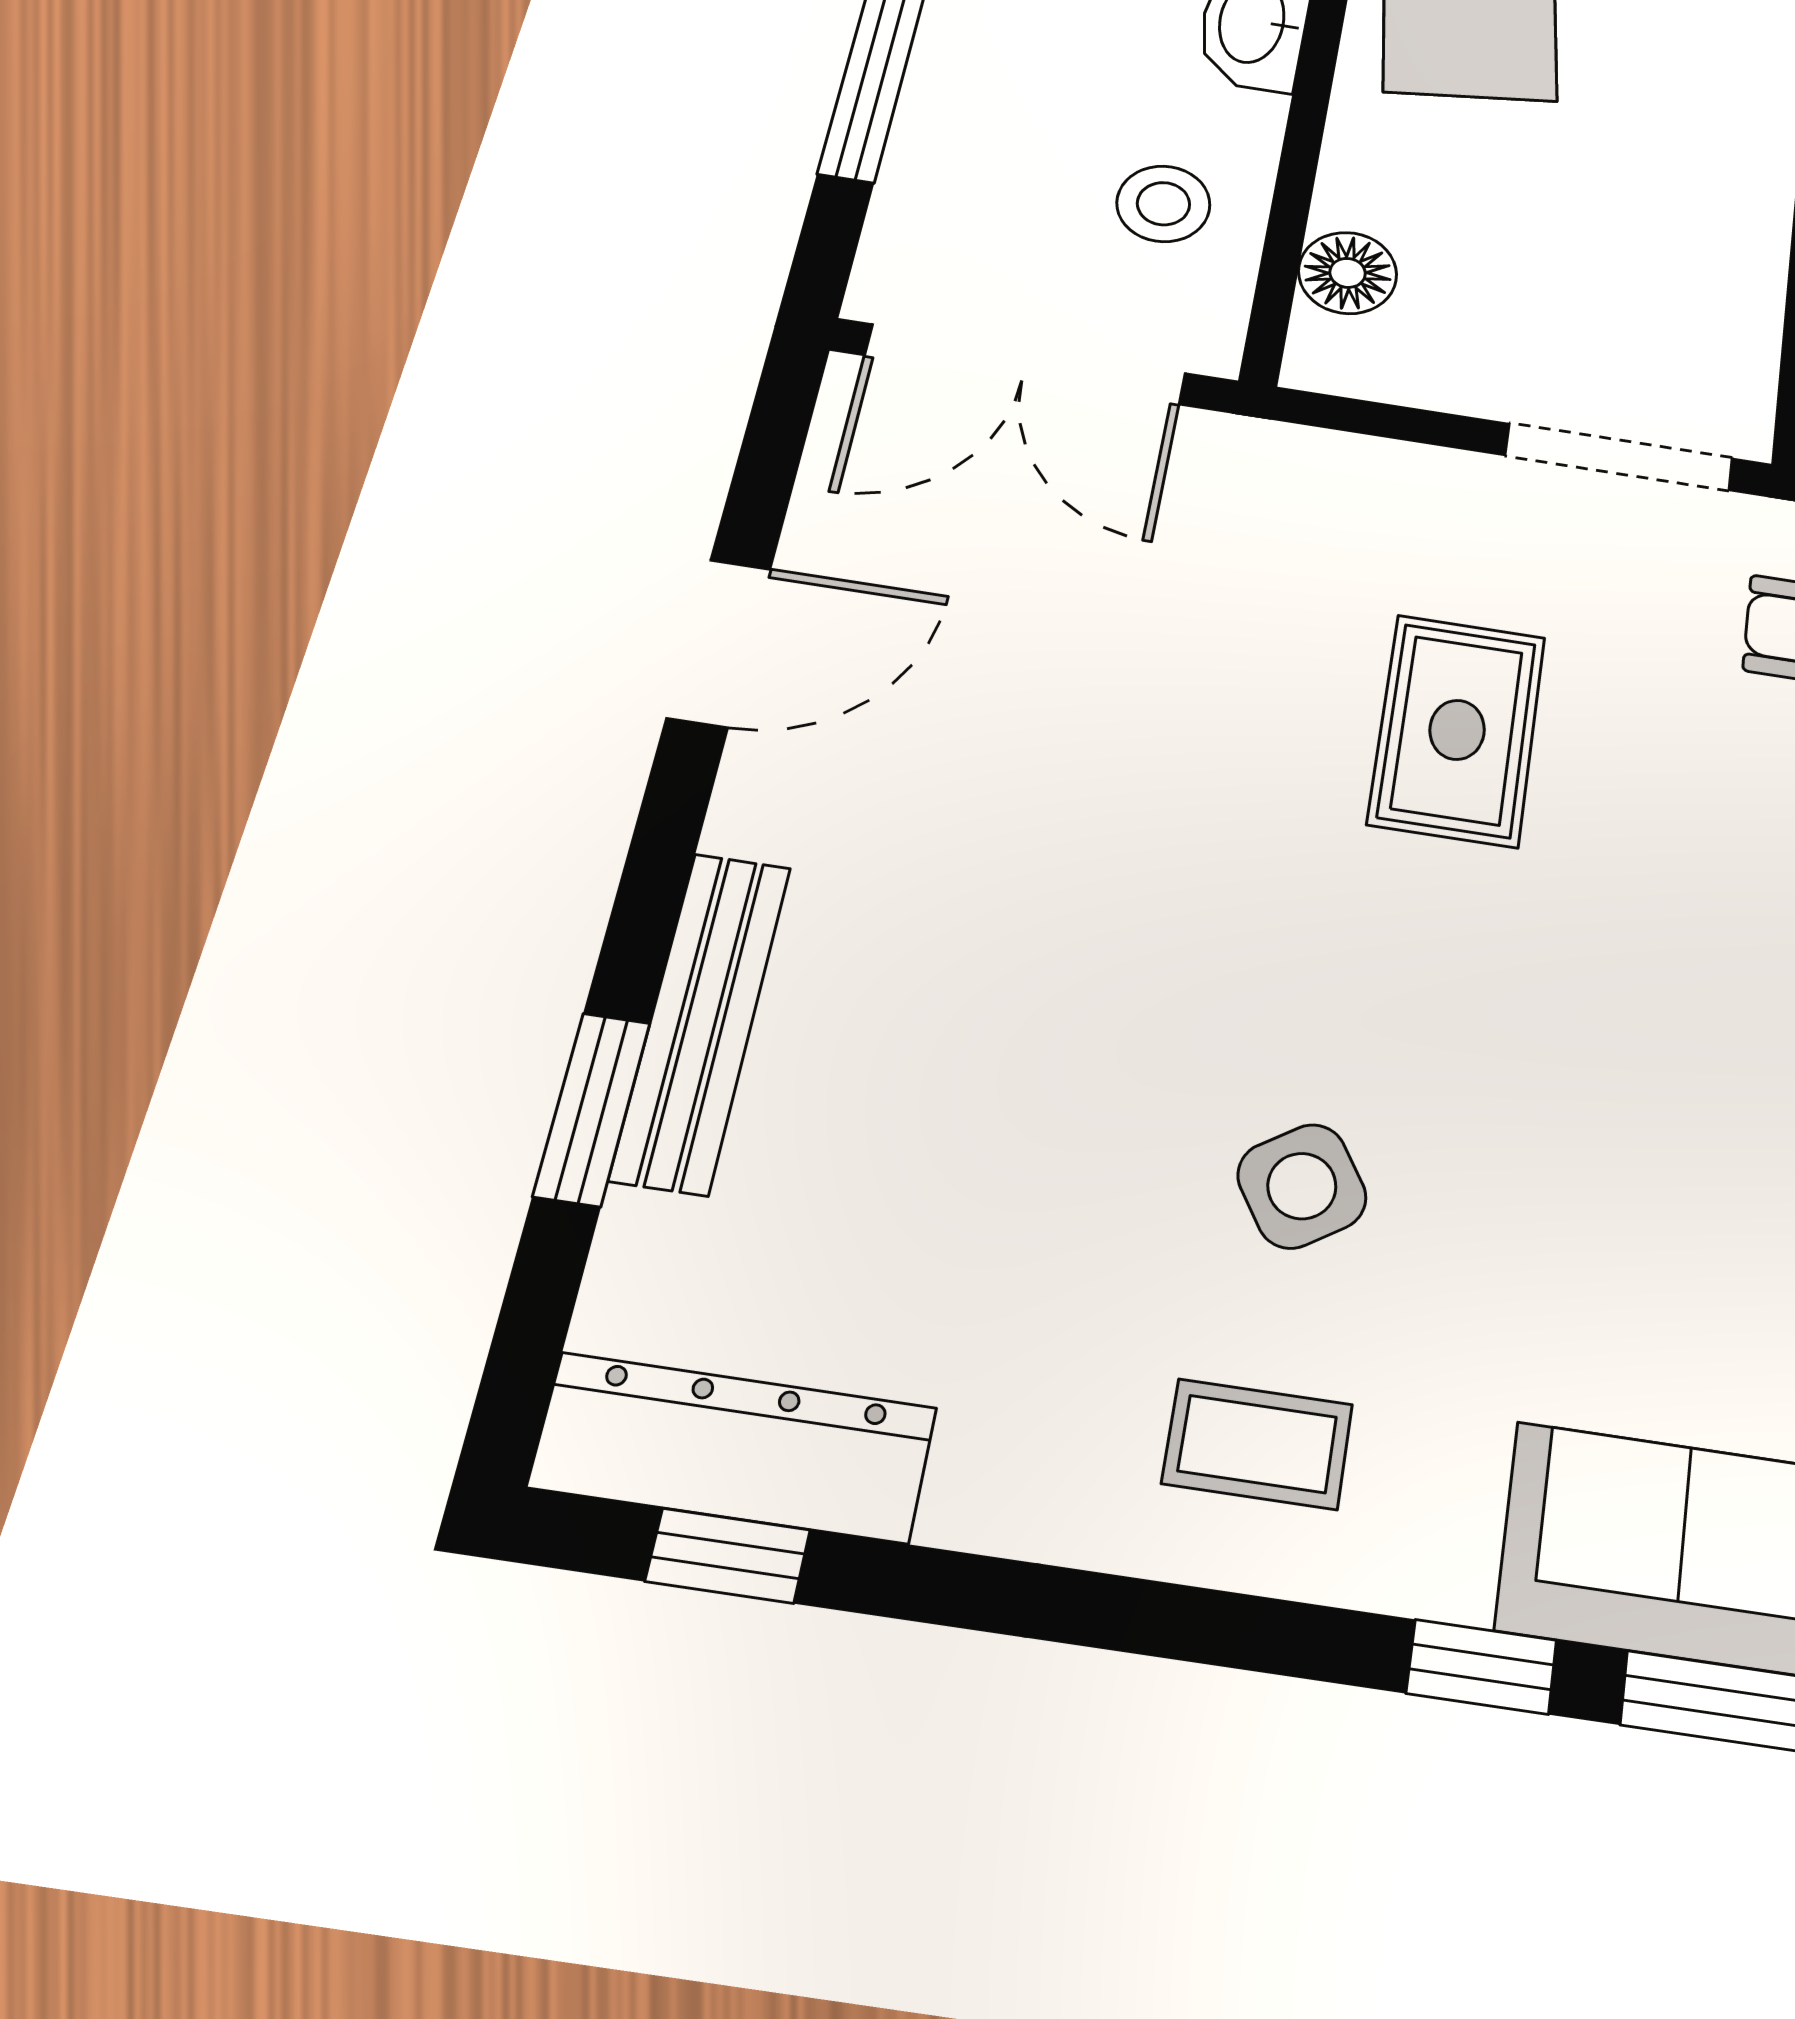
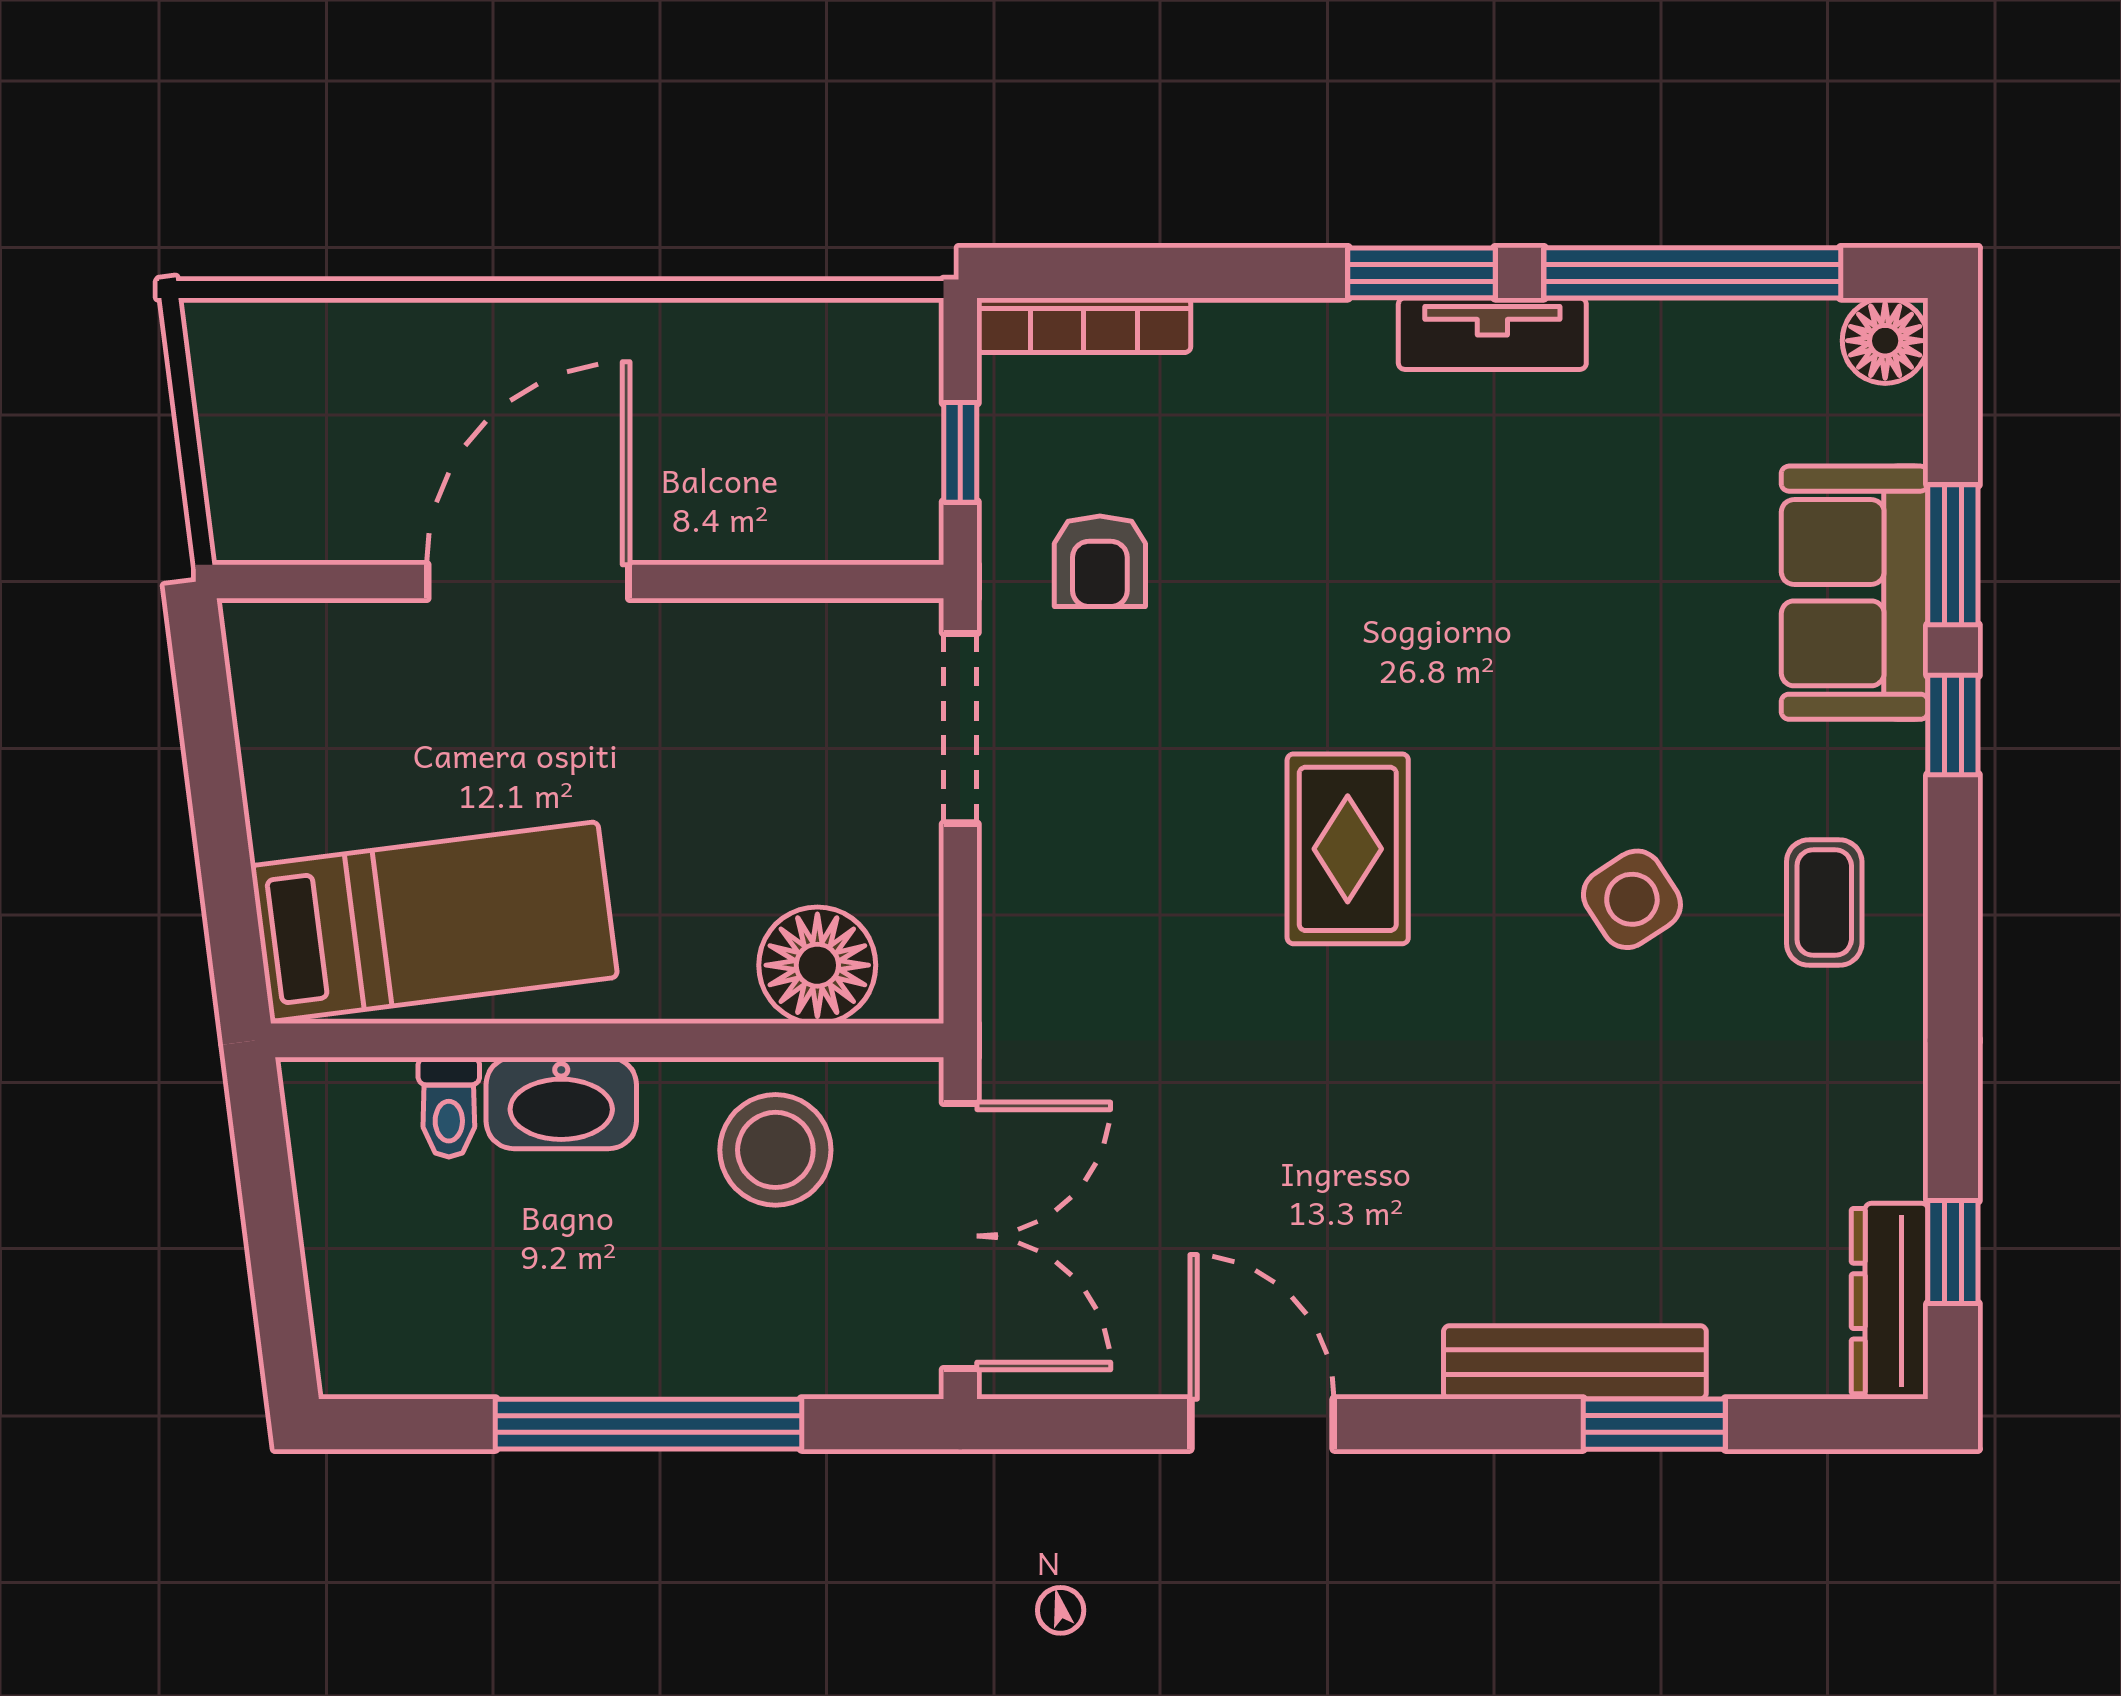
stool: (1163, 204) -> (775, 1150), width x1.38, depth x1.38
floor lamp: (1348, 273) -> (817, 965), width x1.38, depth x1.38
rug: (1457, 730) -> (1348, 849), moved, turned 90
dresser: (734, 1447) -> (1890, 1301), width x0.73, depth x0.80

